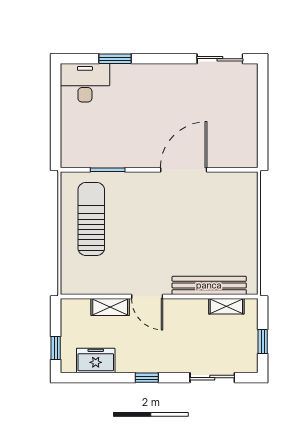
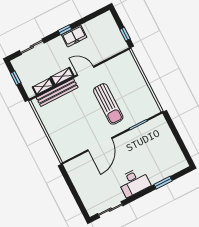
desk: (85, 83) -> (134, 182), moved
sun lounger: (91, 219) -> (108, 104), moved
shelving: (110, 307) -> (62, 76), moved
window: (56, 348) -> (125, 34), moved
freezer: (96, 361) -> (74, 36), moved

